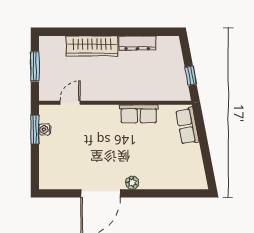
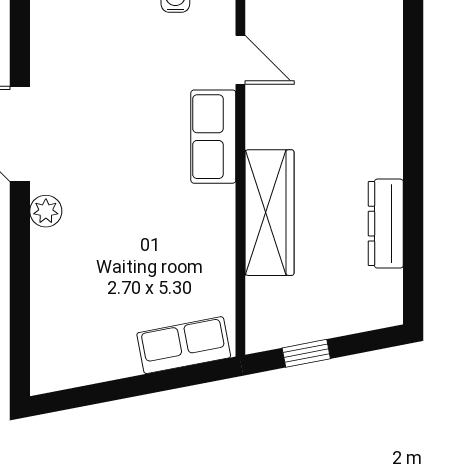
wardrobe: (92, 46) -> (270, 213), moved, turned 180
row of seats: (139, 114) -> (213, 137), moved

